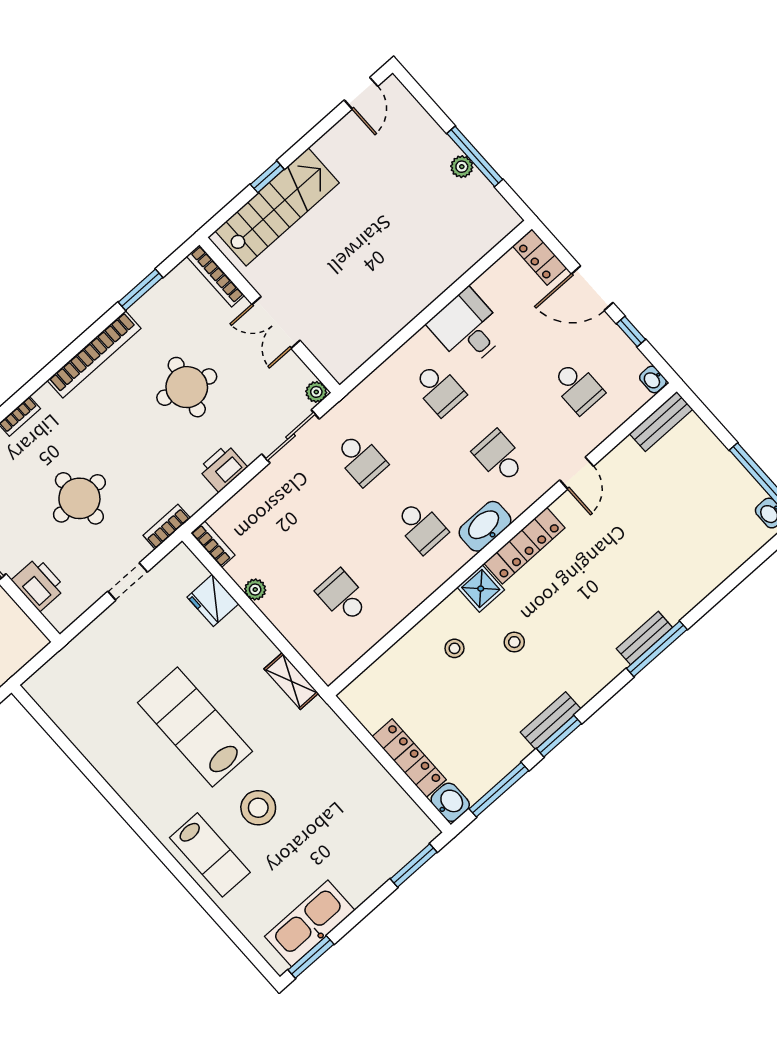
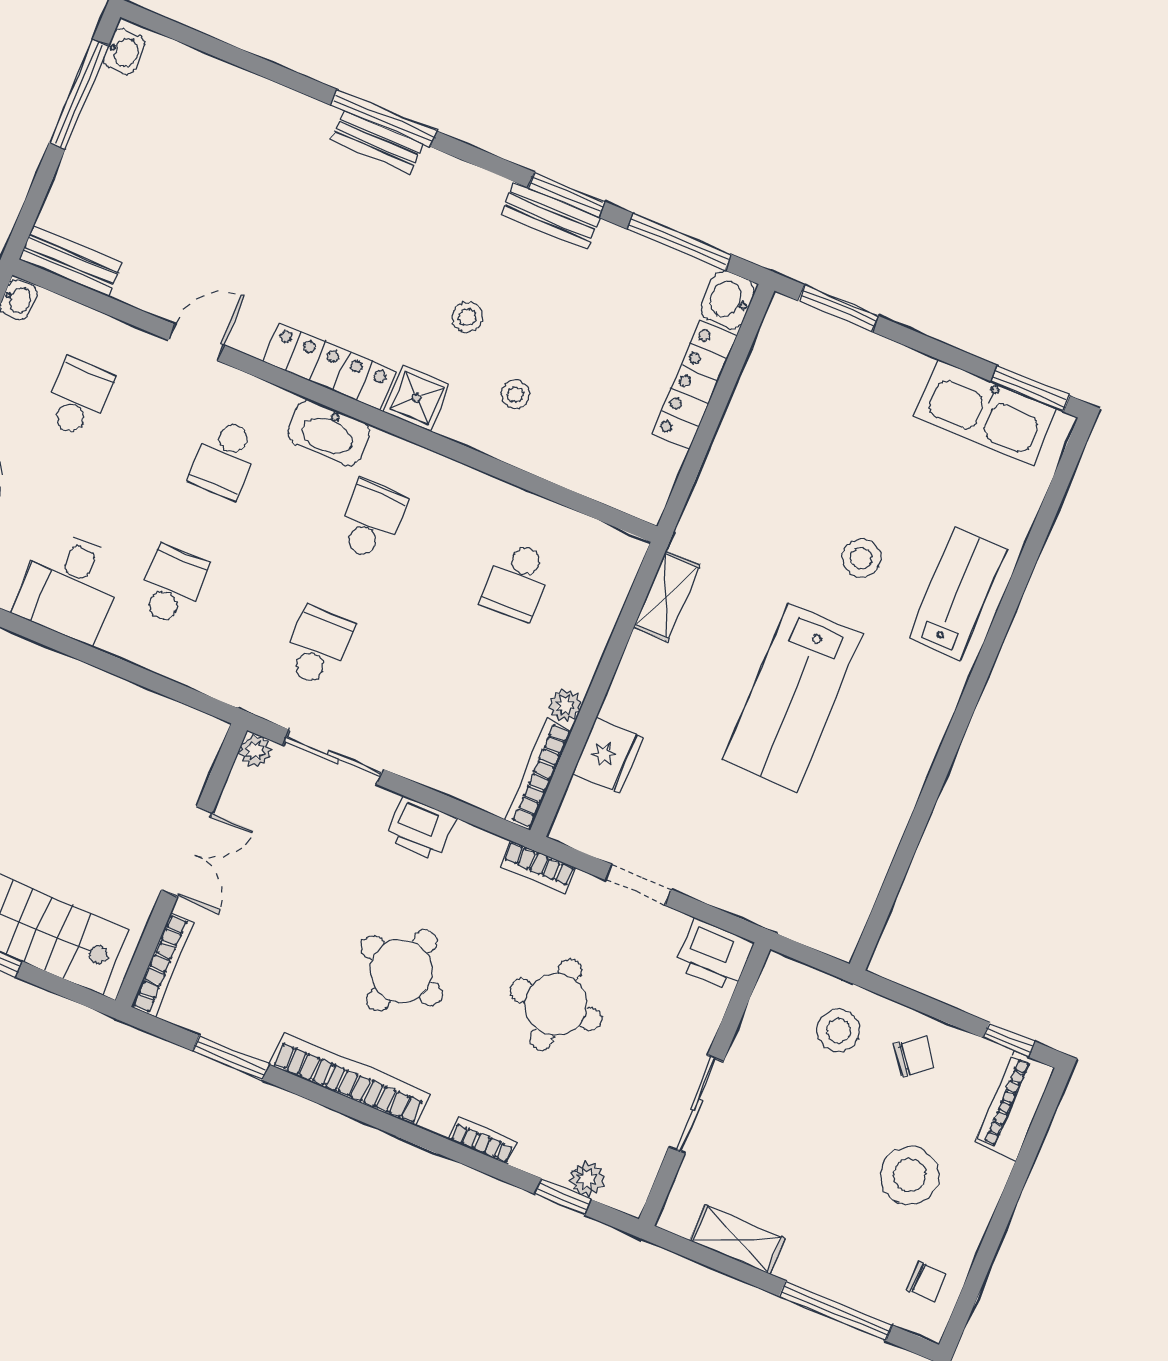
round table: (187, 387) -> (402, 971), moved
bookcase: (213, 544) -> (539, 774), width x1.56
printer: (39, 584) -> (714, 955), moved, turned -90
stool: (258, 808) -> (861, 558), width x0.73, depth x0.73

